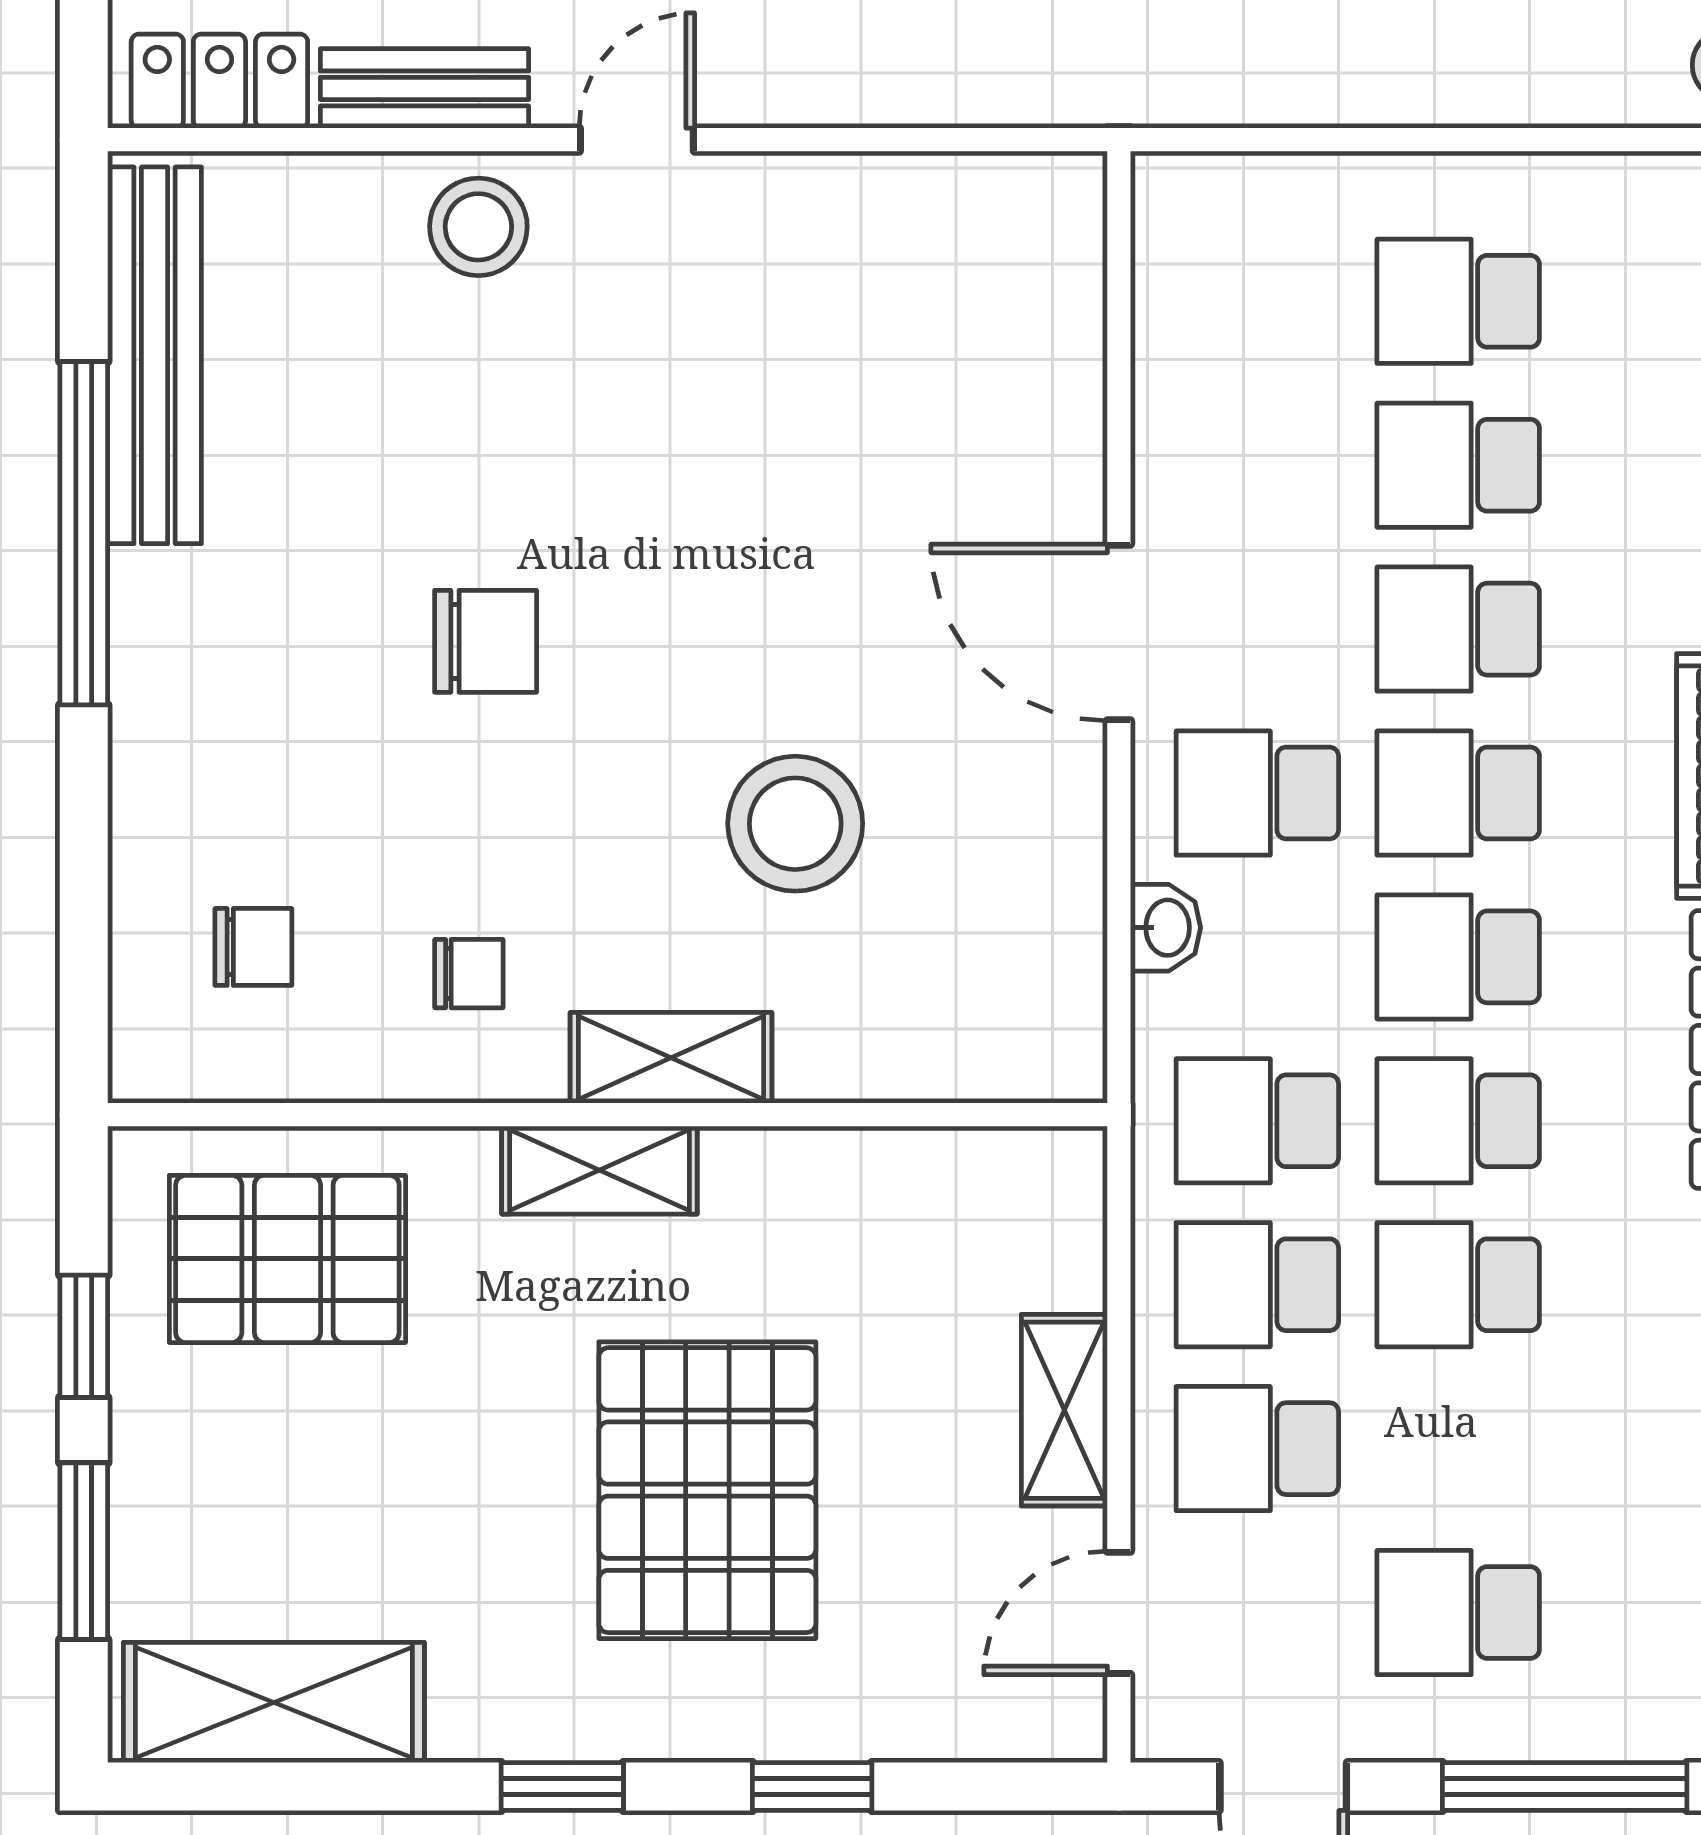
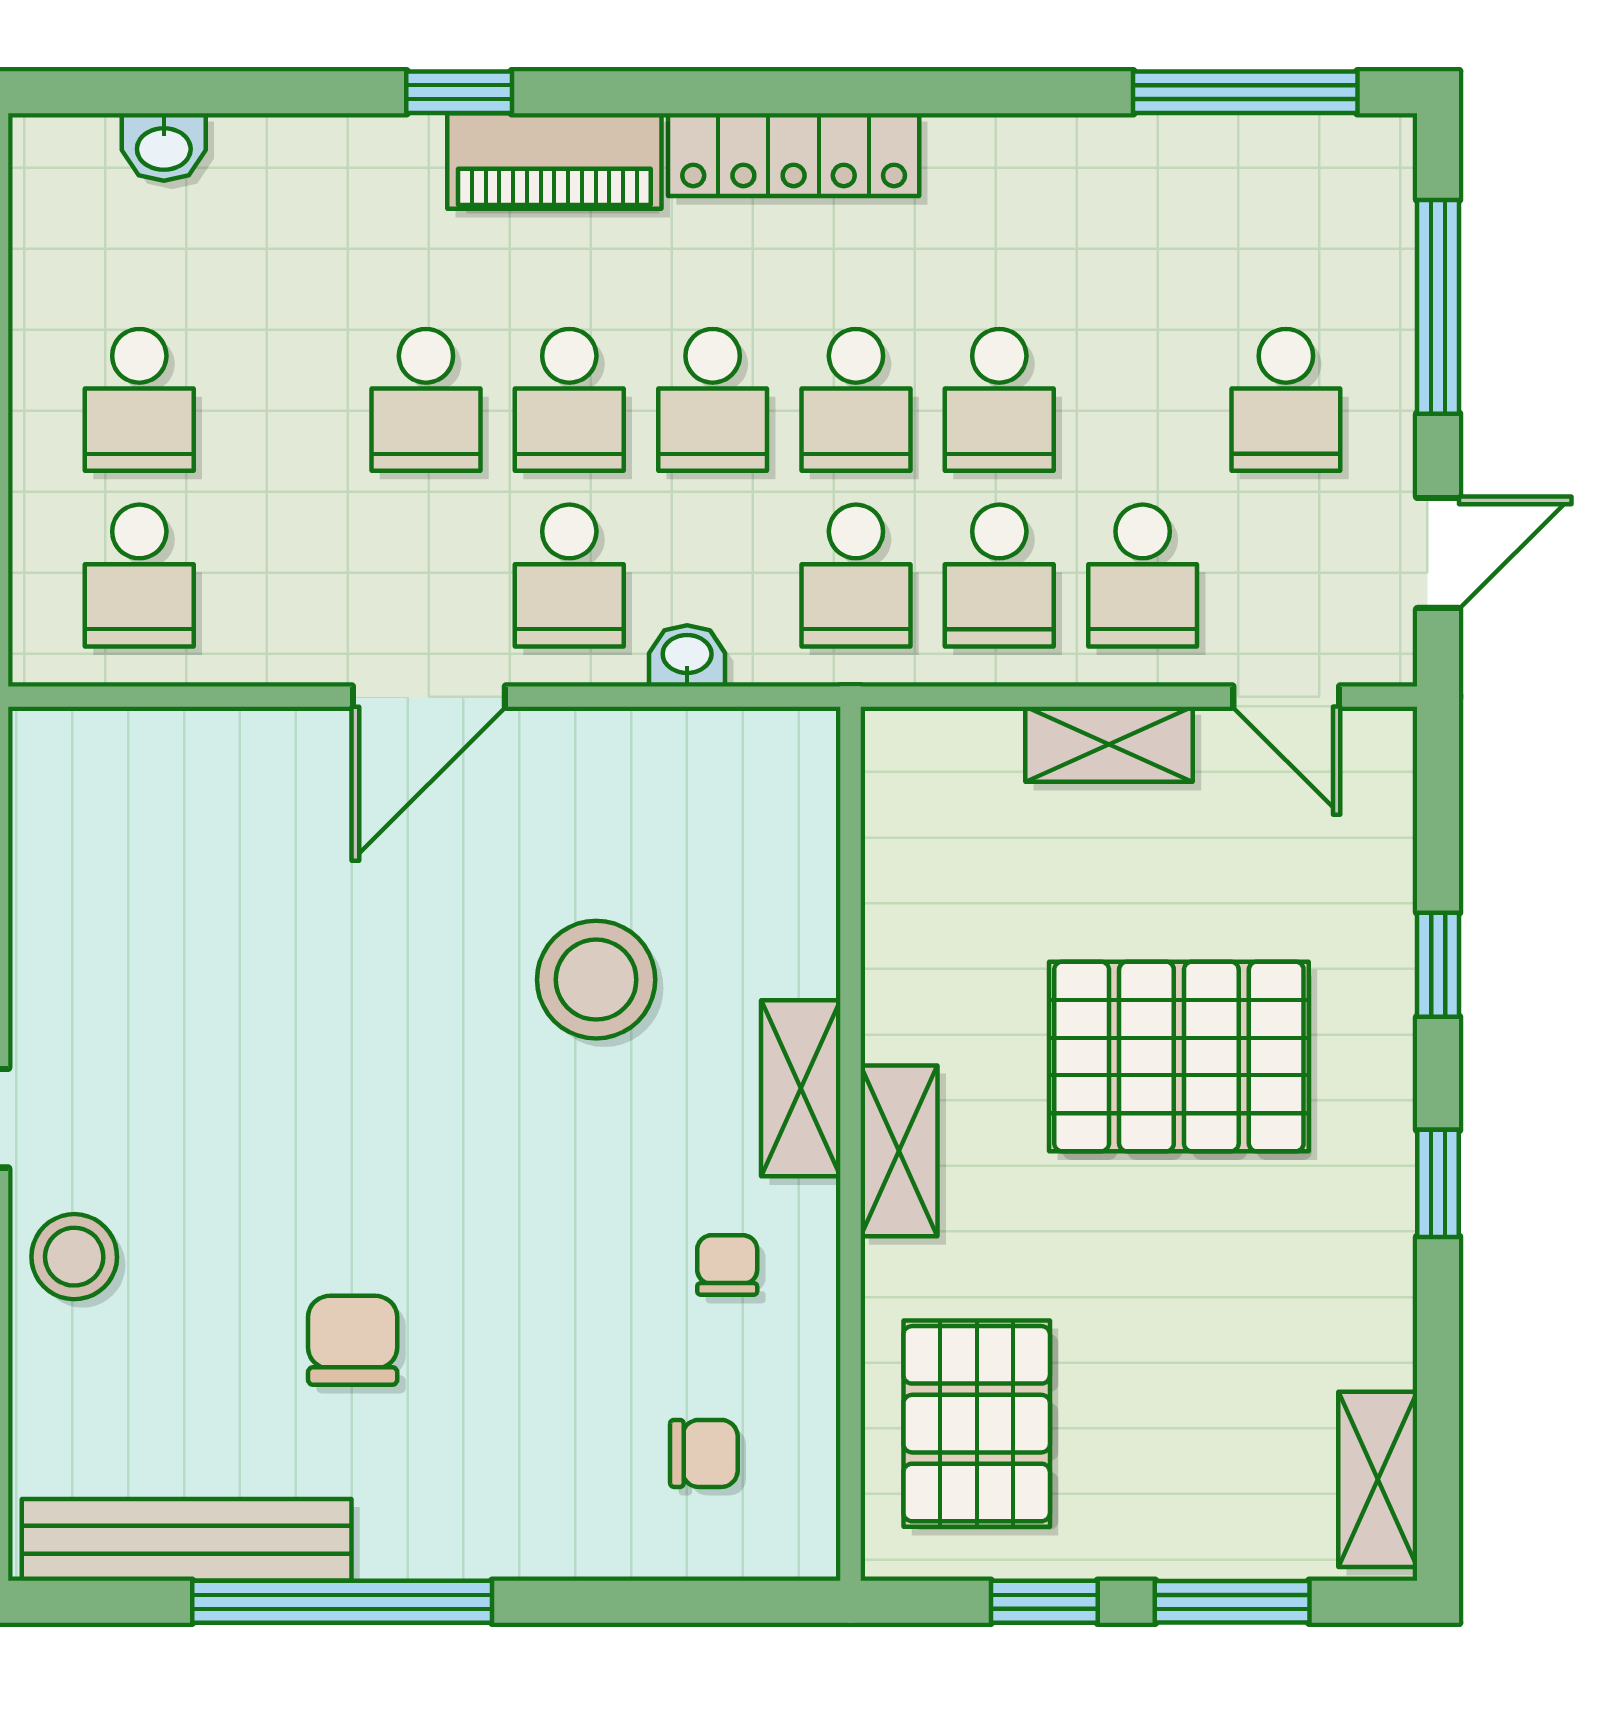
school desk: (1458, 465) -> (139, 575), moved
chair: (486, 641) -> (353, 1340), moved
chair: (253, 947) -> (704, 1453), turned 90
shelving: (274, 1702) -> (1378, 1479), width x0.67, depth x0.75

